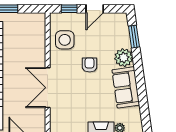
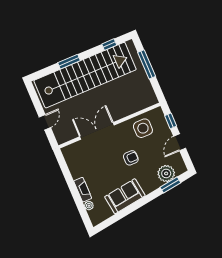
door: (95, 9) -> (180, 142), hinge flipped
plant: (124, 58) -> (166, 173), moved

